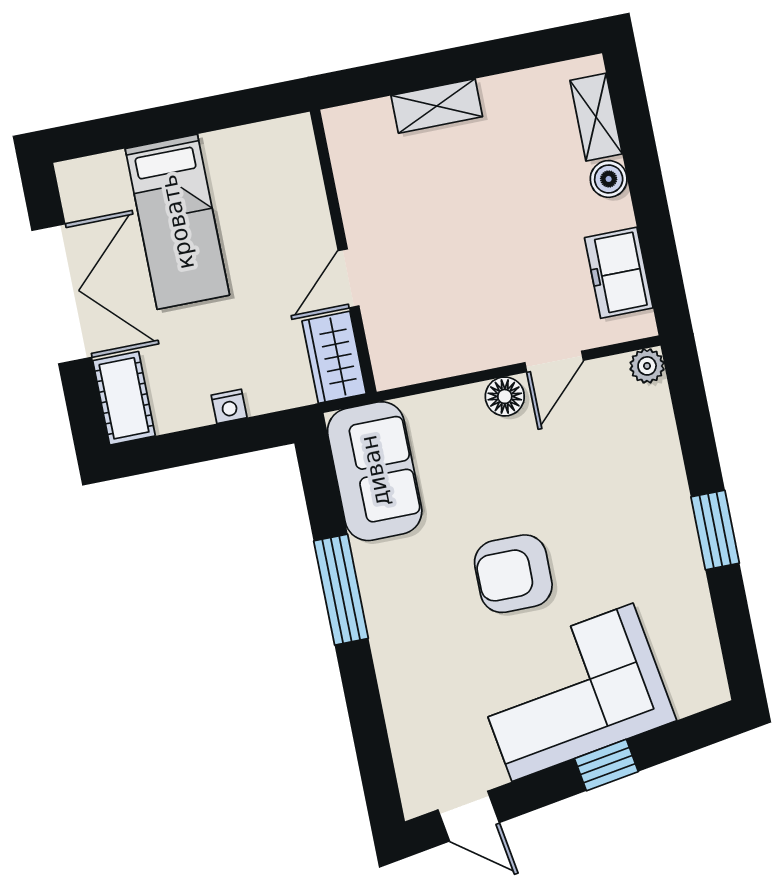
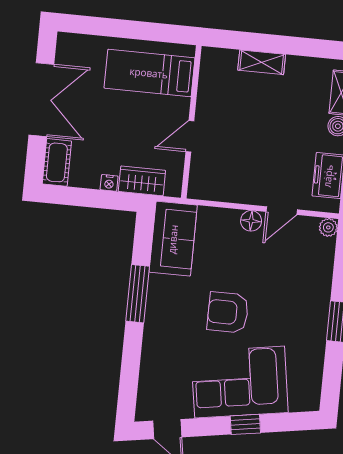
bed: (177, 222) -> (149, 73), moved, turned 90
wardrobe: (334, 357) -> (142, 181), moved, turned 90

